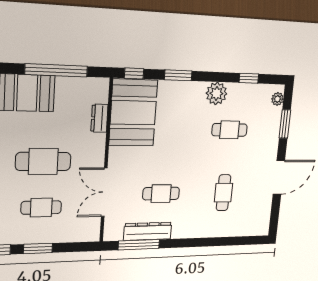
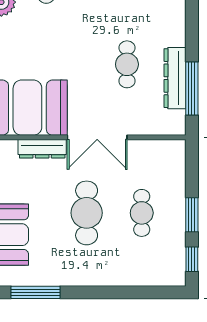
dresser: (99, 118) -> (42, 149), width x1.44
double door: (104, 192) -> (97, 137), moved

